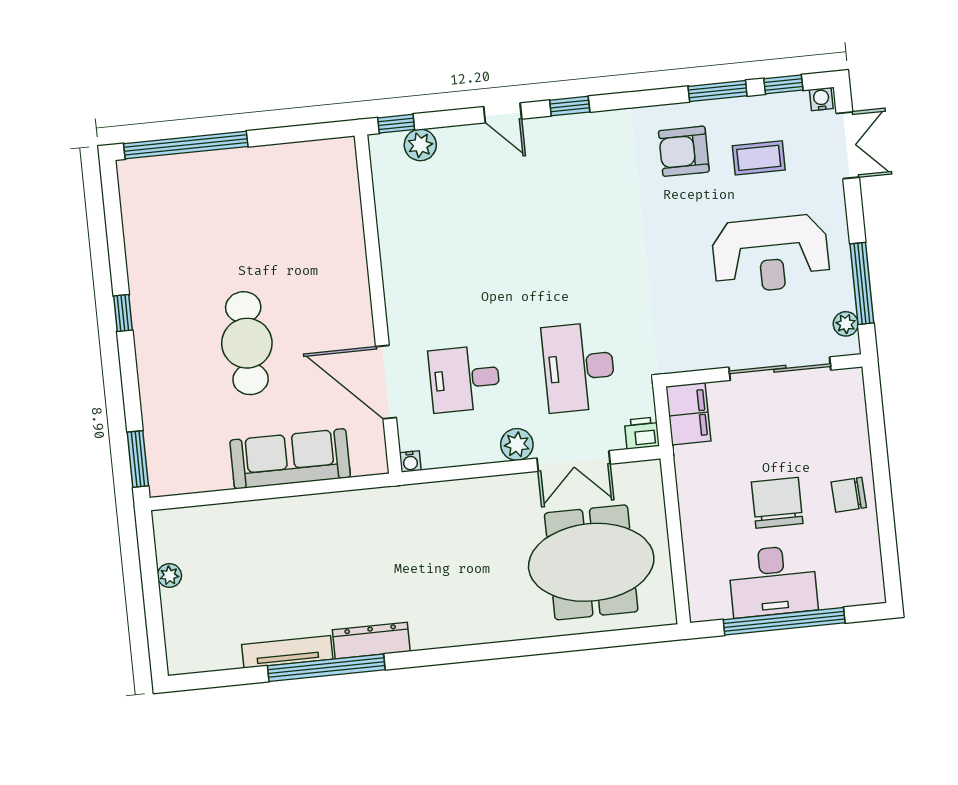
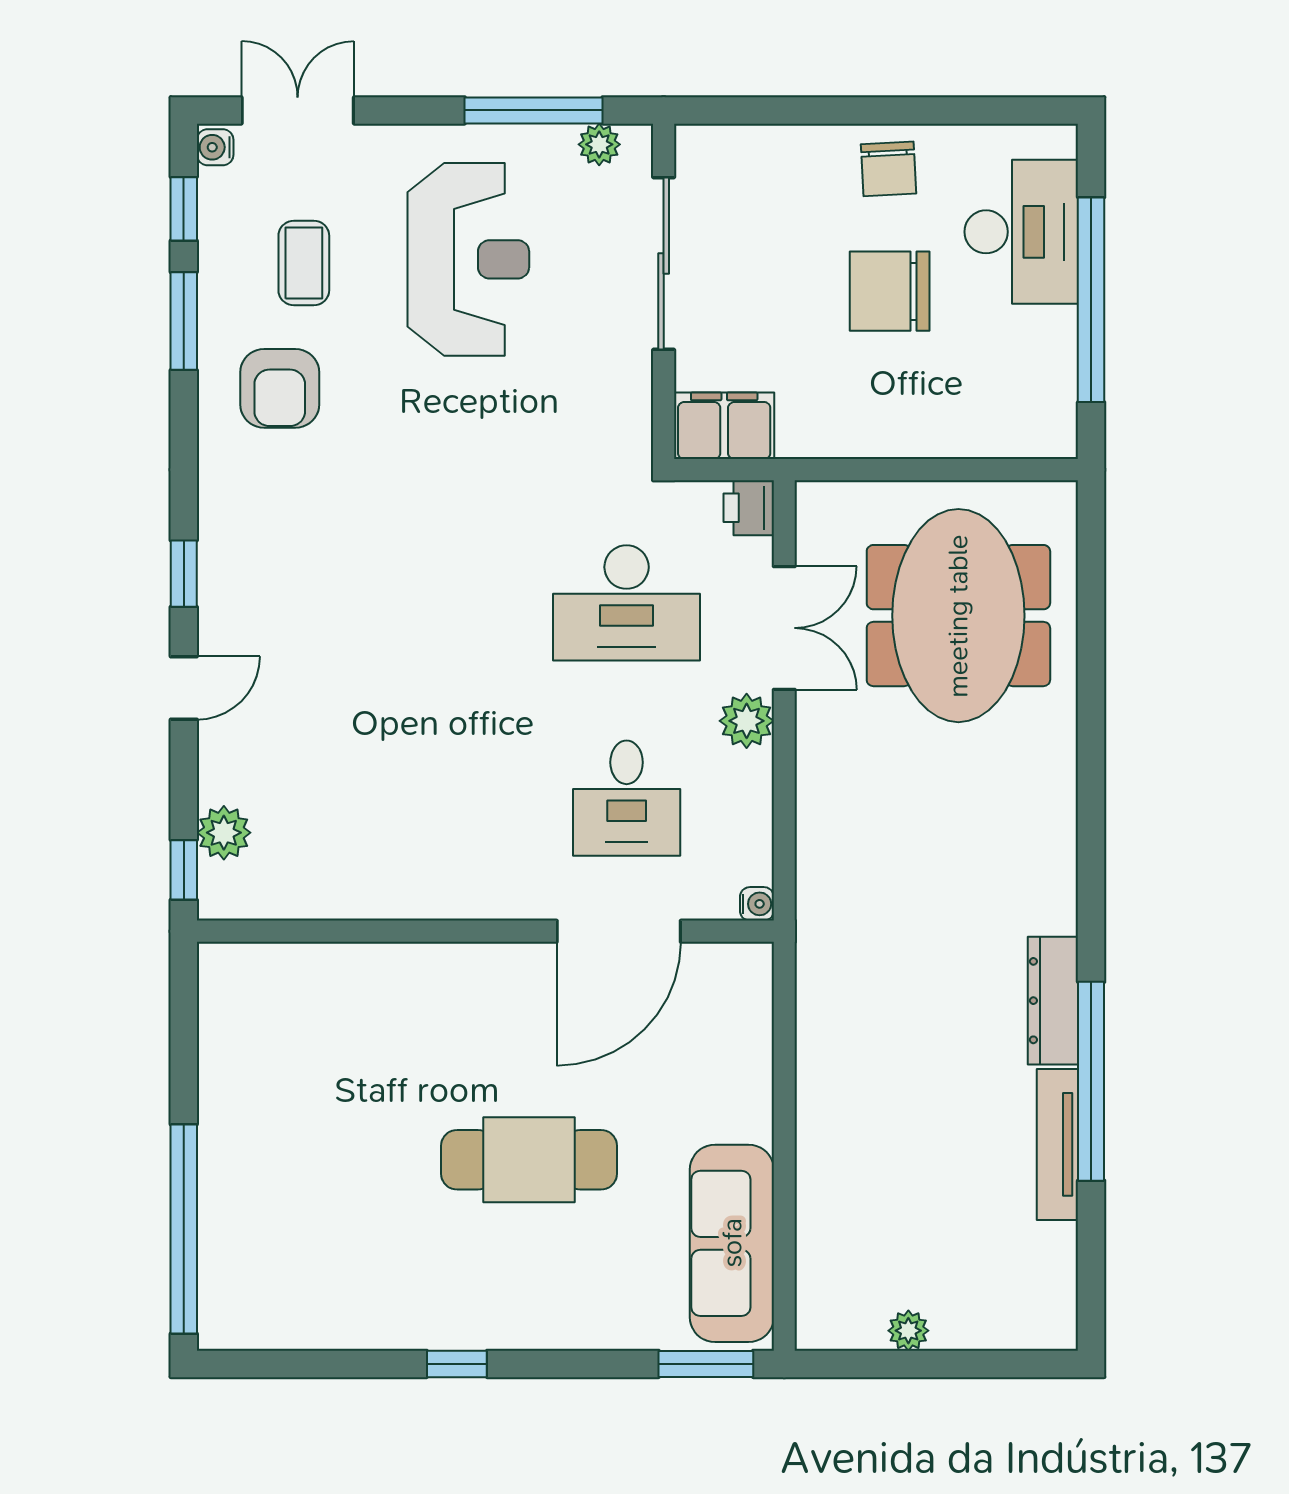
sofa: (290, 459) -> (732, 1243), moved
desk: (773, 581) -> (1021, 232), moved

